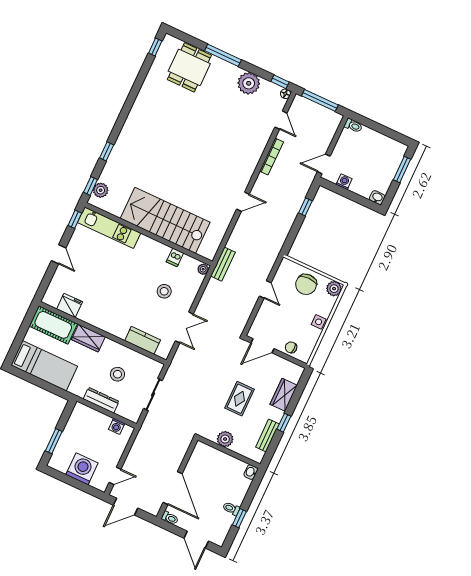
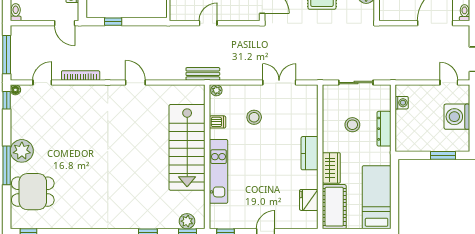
plant: (249, 83) -> (22, 151), moved
kitchen unit: (109, 228) -> (218, 171), moved
kitchen counter: (143, 340) -> (310, 153), moved

